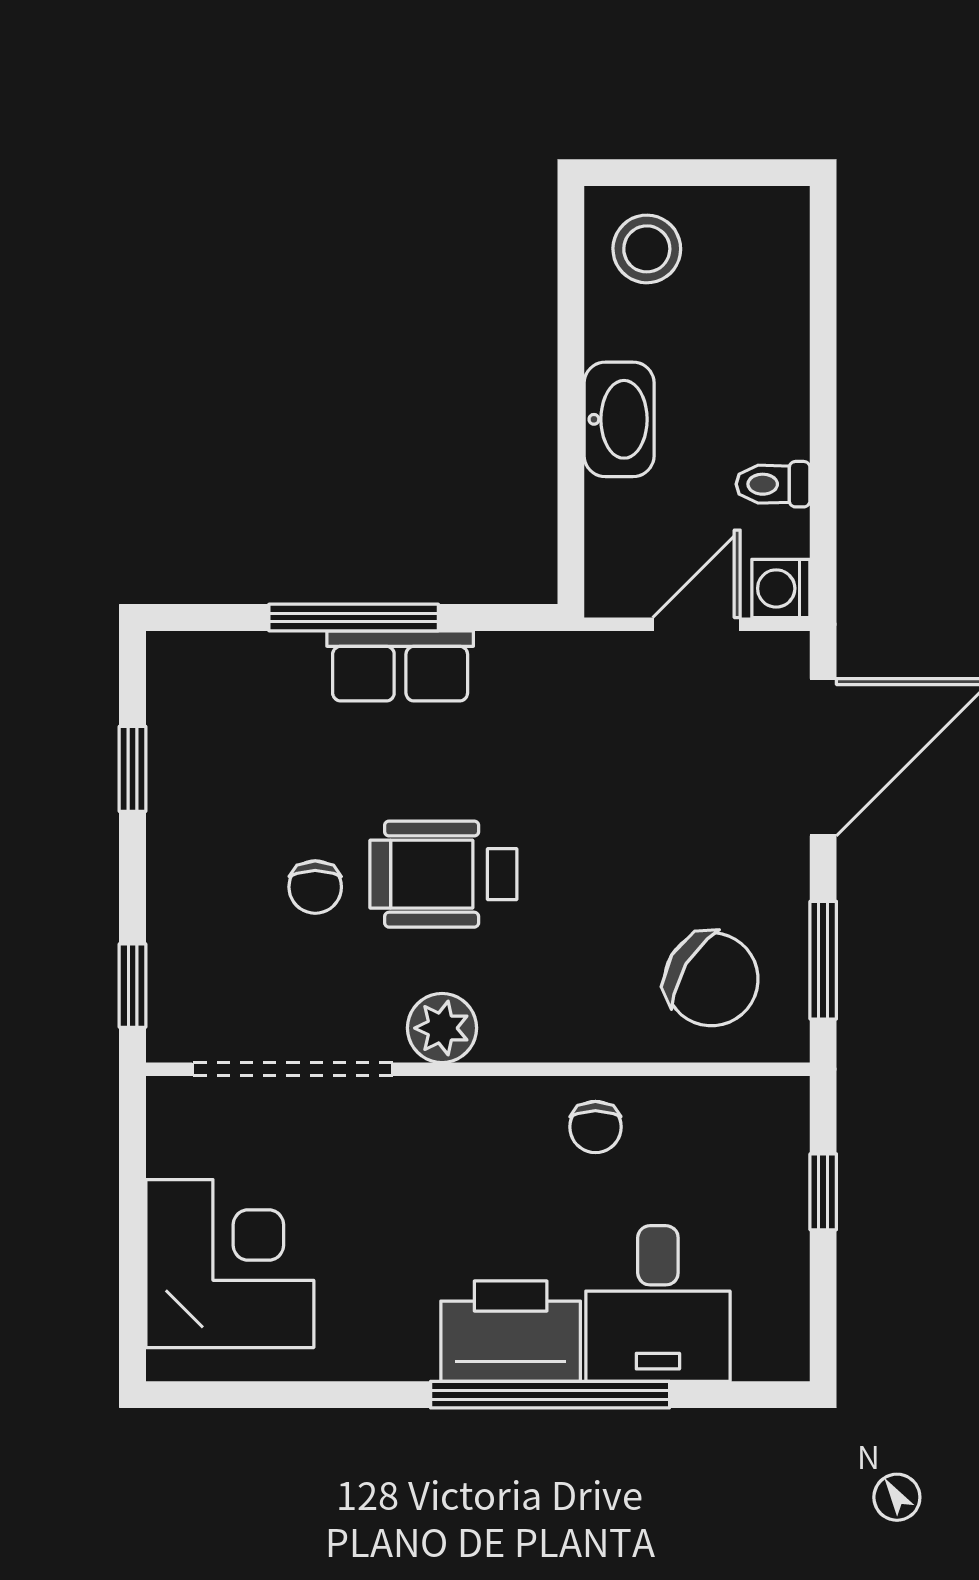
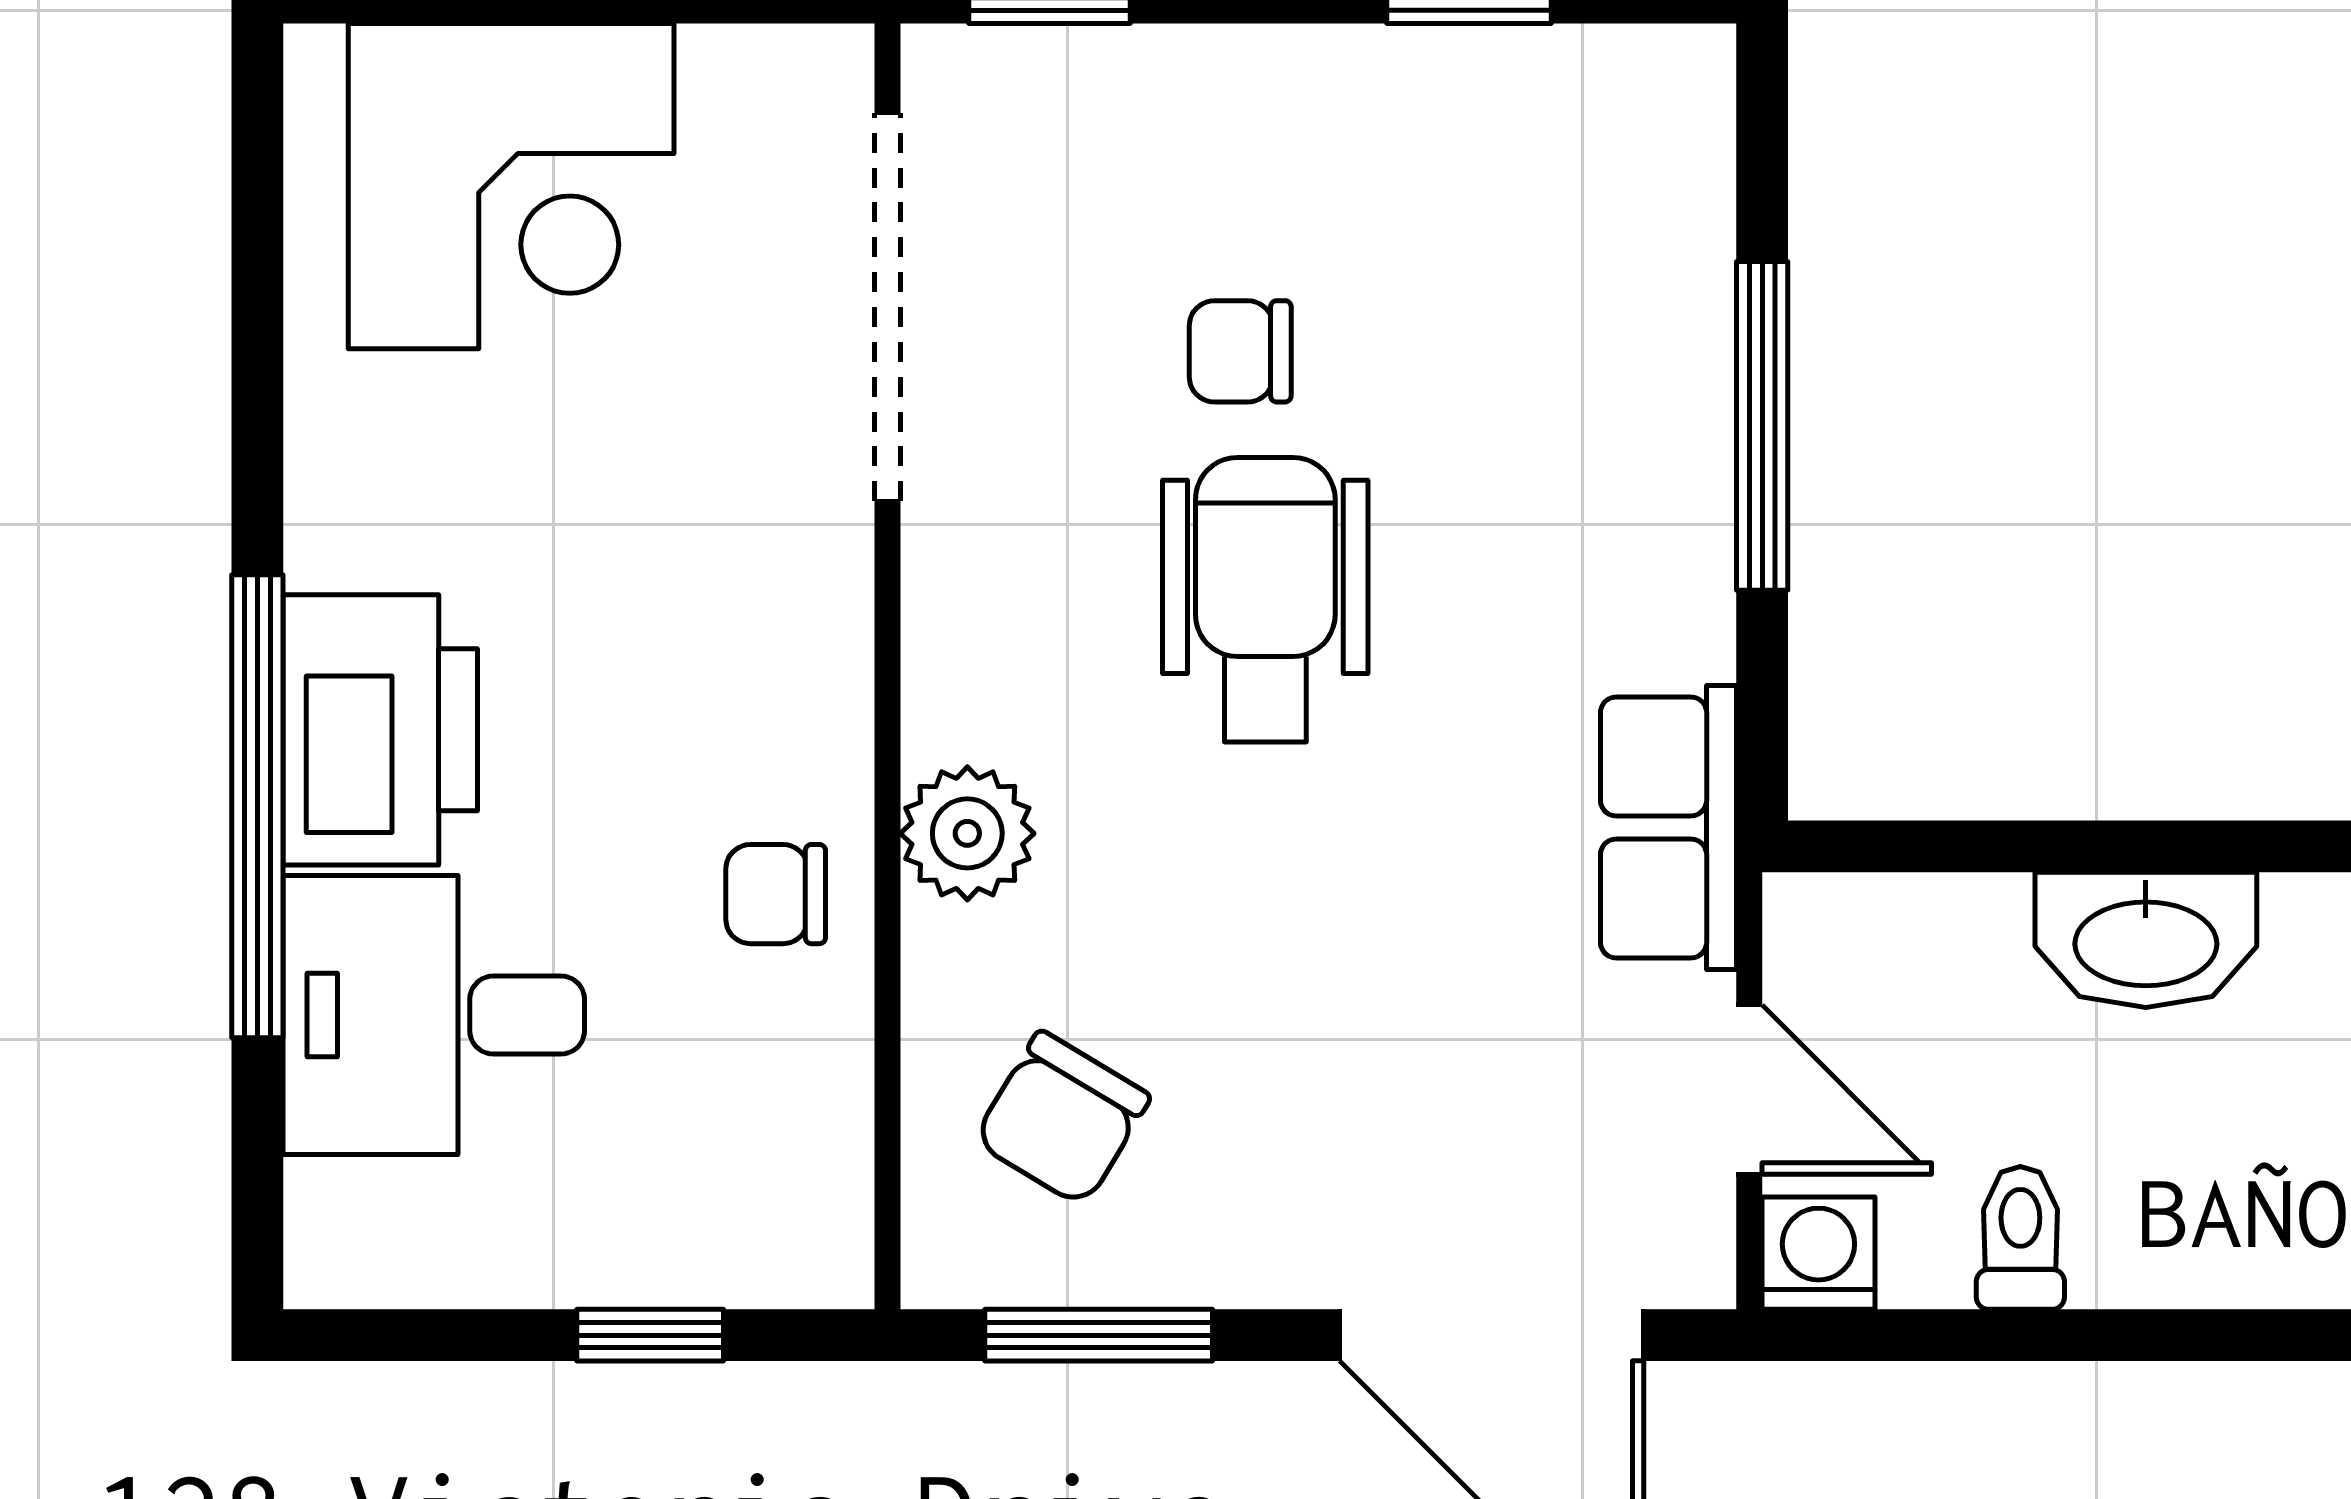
row of seats: (400, 666) -> (1668, 827), moved
chair: (711, 979) -> (1062, 1119), width x0.73, depth x0.73
plant: (442, 1028) -> (967, 833), moved

